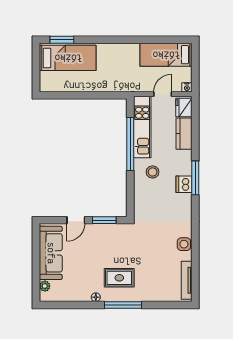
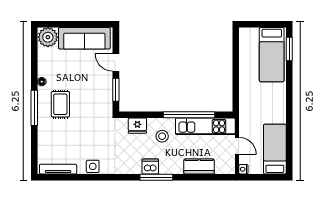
fridge: (184, 107) -> (137, 126), moved, turned 180
plant: (45, 286) -> (48, 37), width x1.88, depth x1.88

